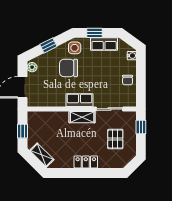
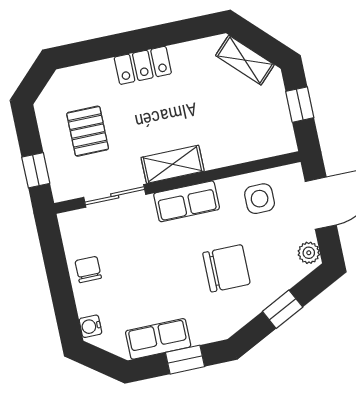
side table: (75, 48) -> (260, 199), moved

